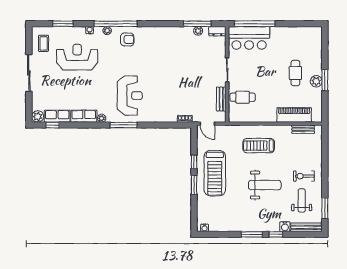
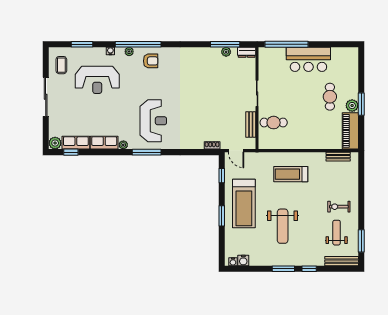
bar counter: (249, 38) -> (308, 59), moved
reception desk: (77, 57) -> (97, 80), turned 180
piano: (294, 115) -> (350, 131), moved, turned -90
window: (194, 162) -> (222, 176), moved
weight bench: (265, 185) -> (283, 226), moved, turned 90
water cooler: (285, 227) -> (243, 261), moved

